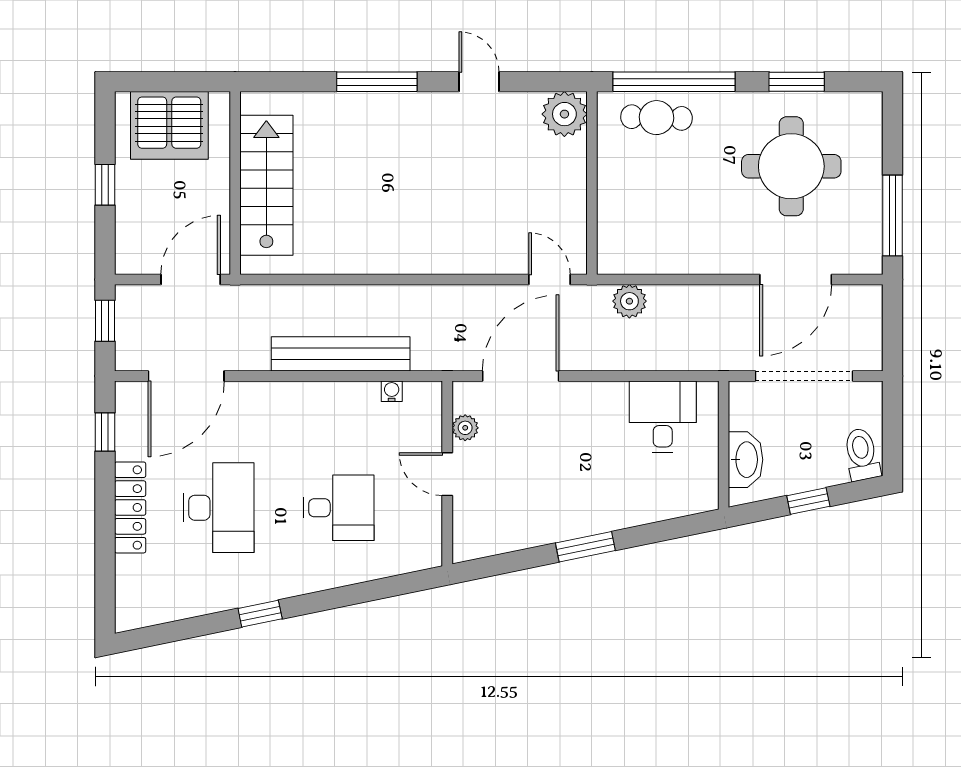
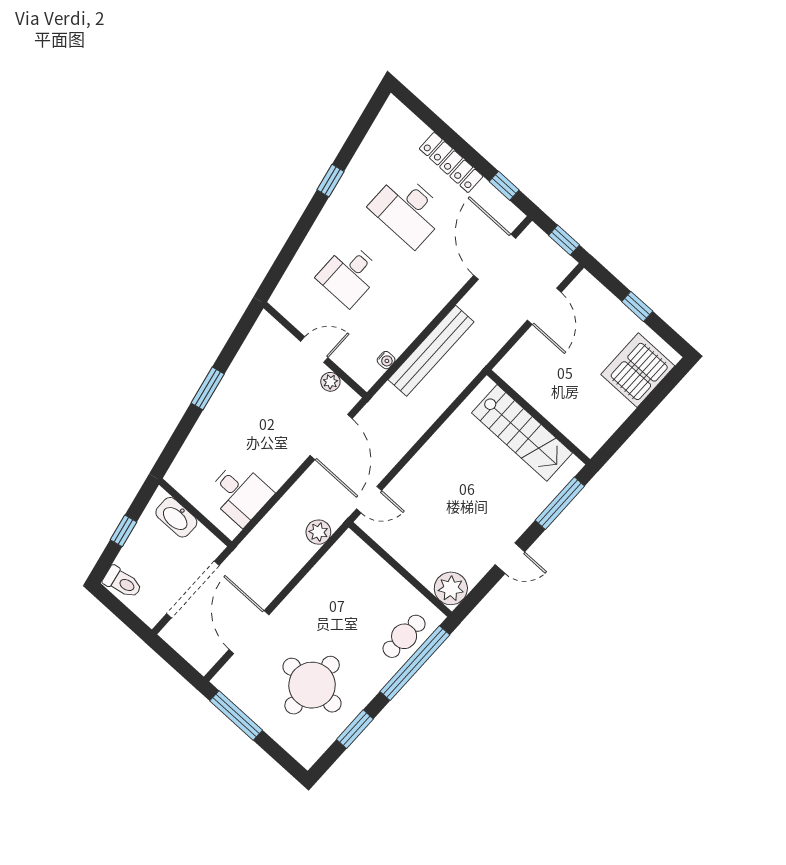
wall: (235, 183) -> (538, 417), moved
stairs: (266, 185) -> (522, 433), moved

